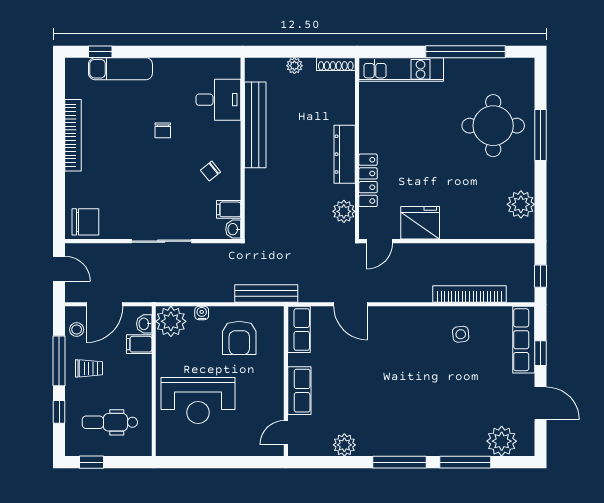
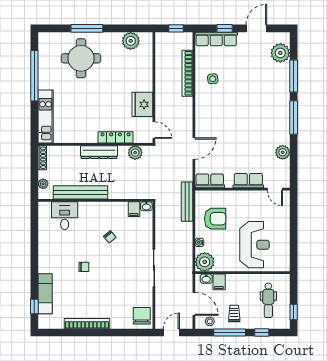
desk: (218, 100) -> (65, 216), moved
bench: (255, 125) -> (81, 192), moved
wall: (243, 148) -> (95, 200), moved
filing cabinet: (229, 209) -> (134, 209), moved
washbasin: (233, 229) -> (146, 206), moved

